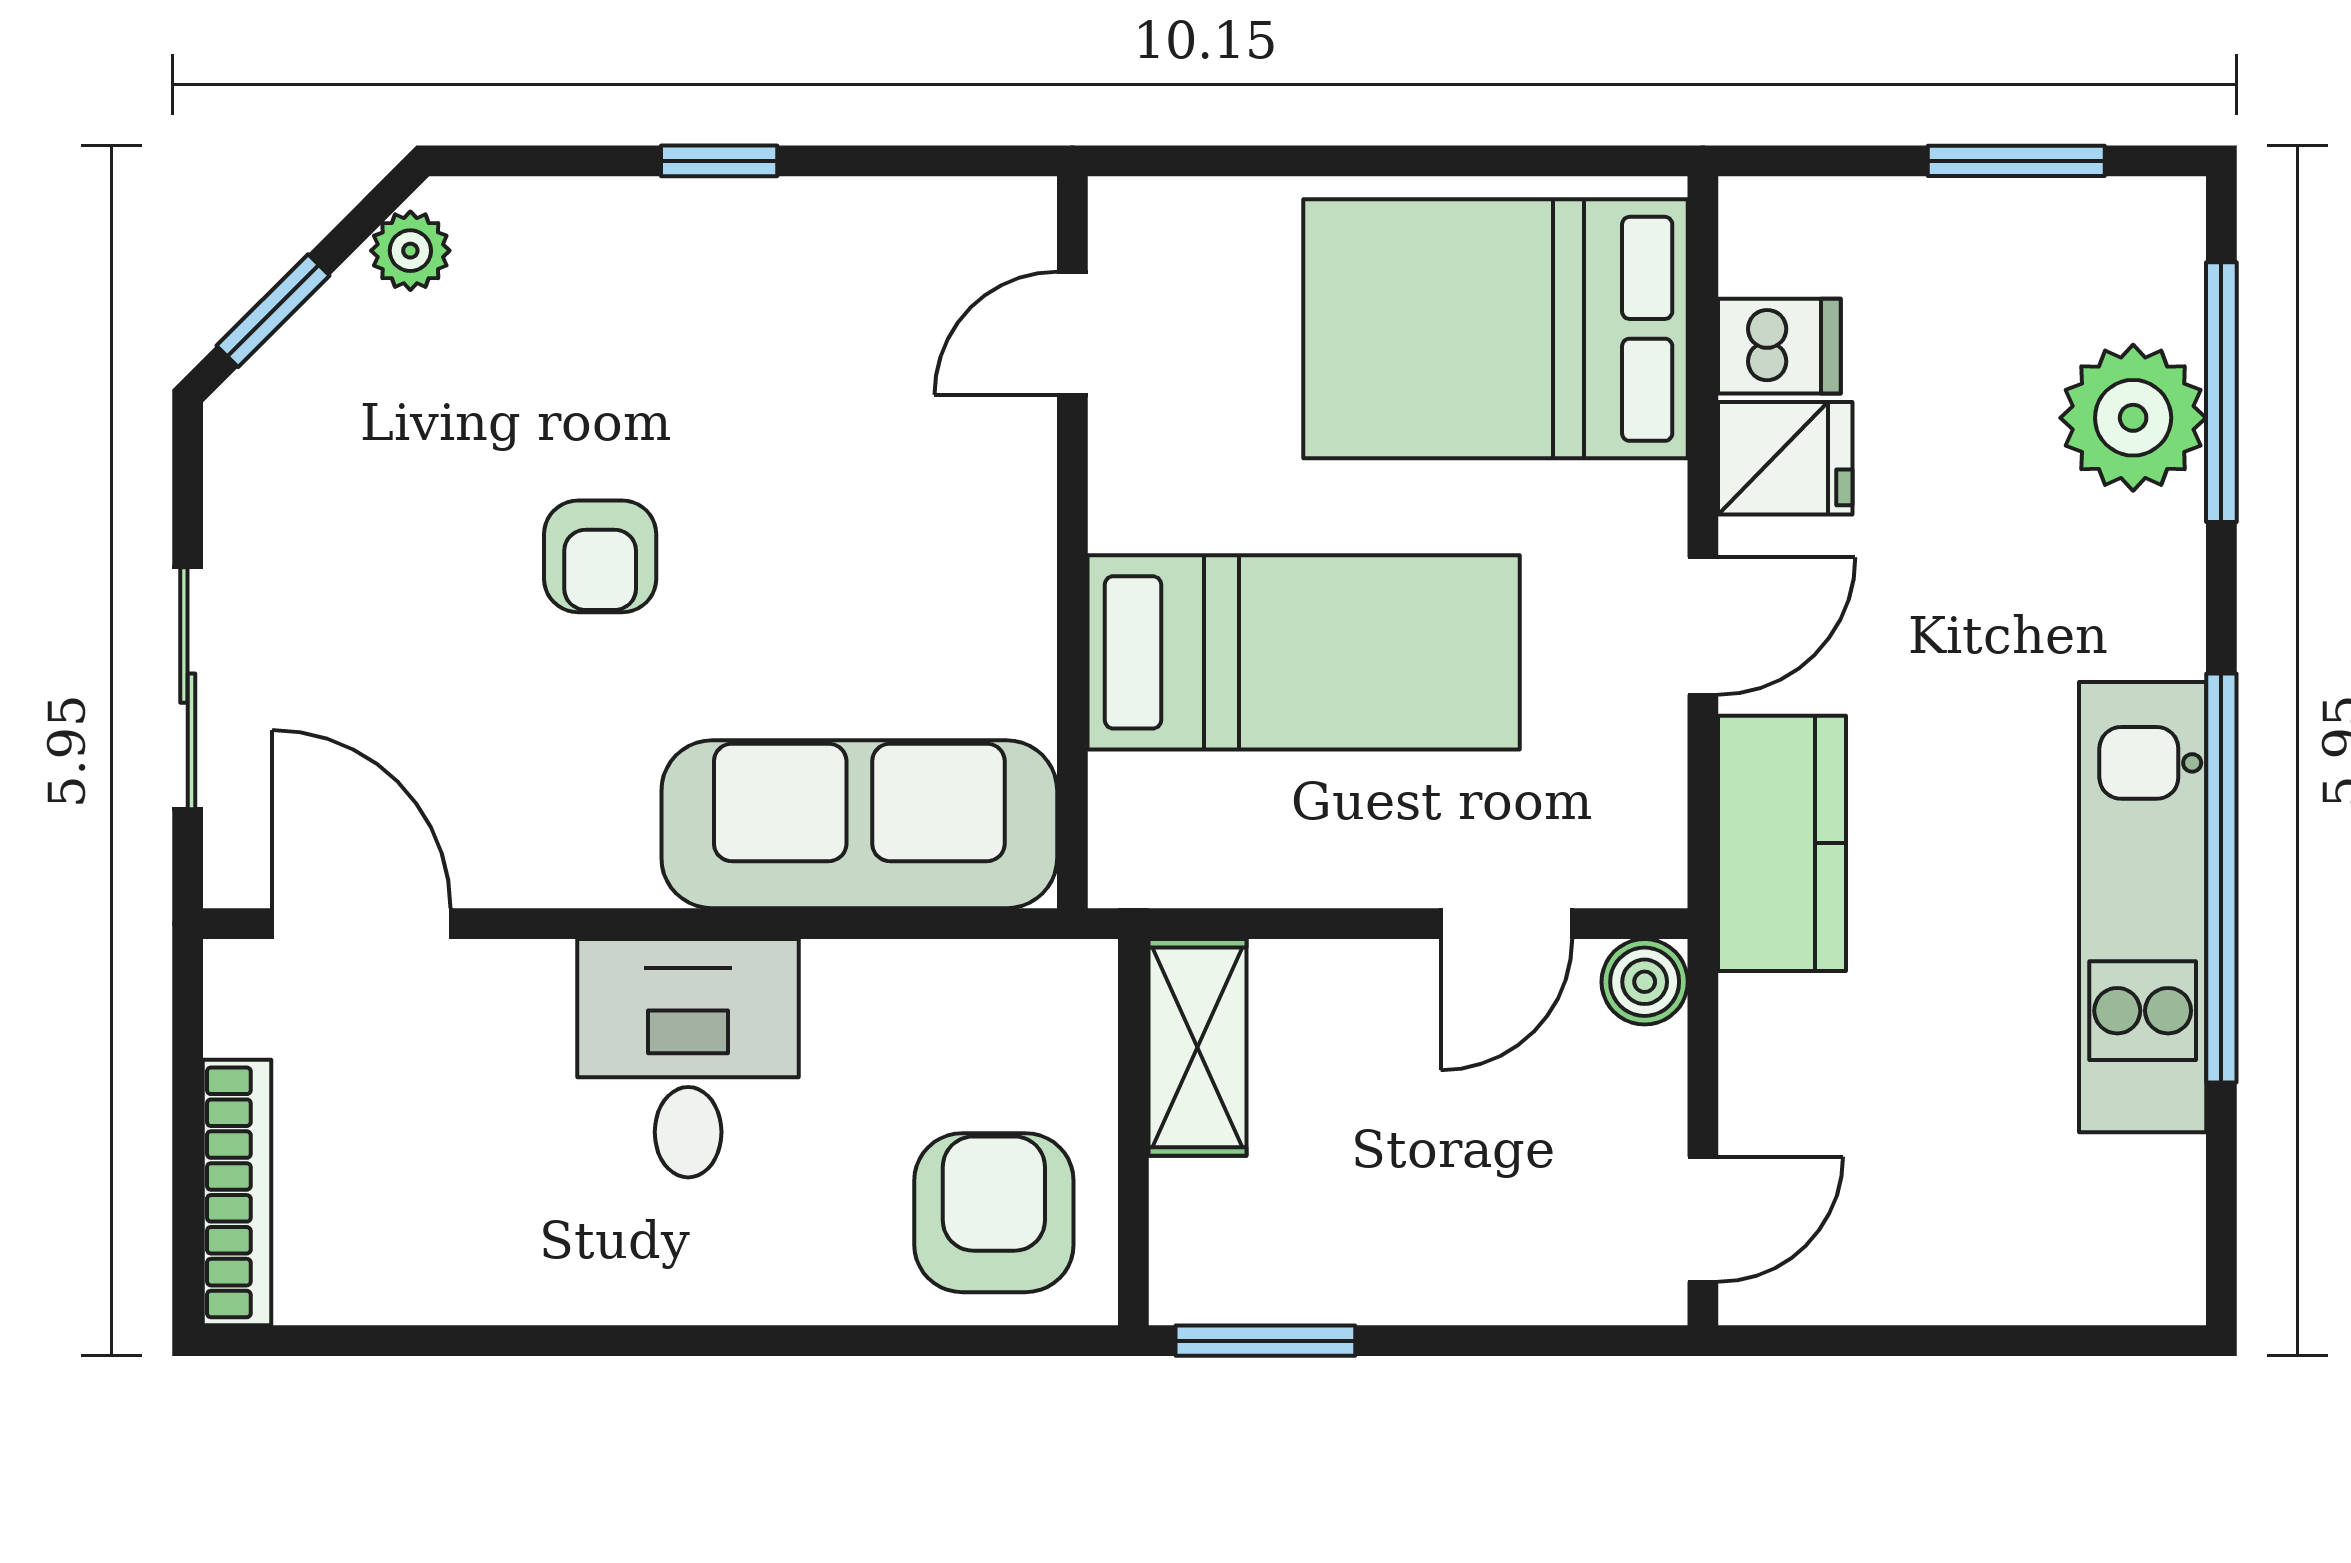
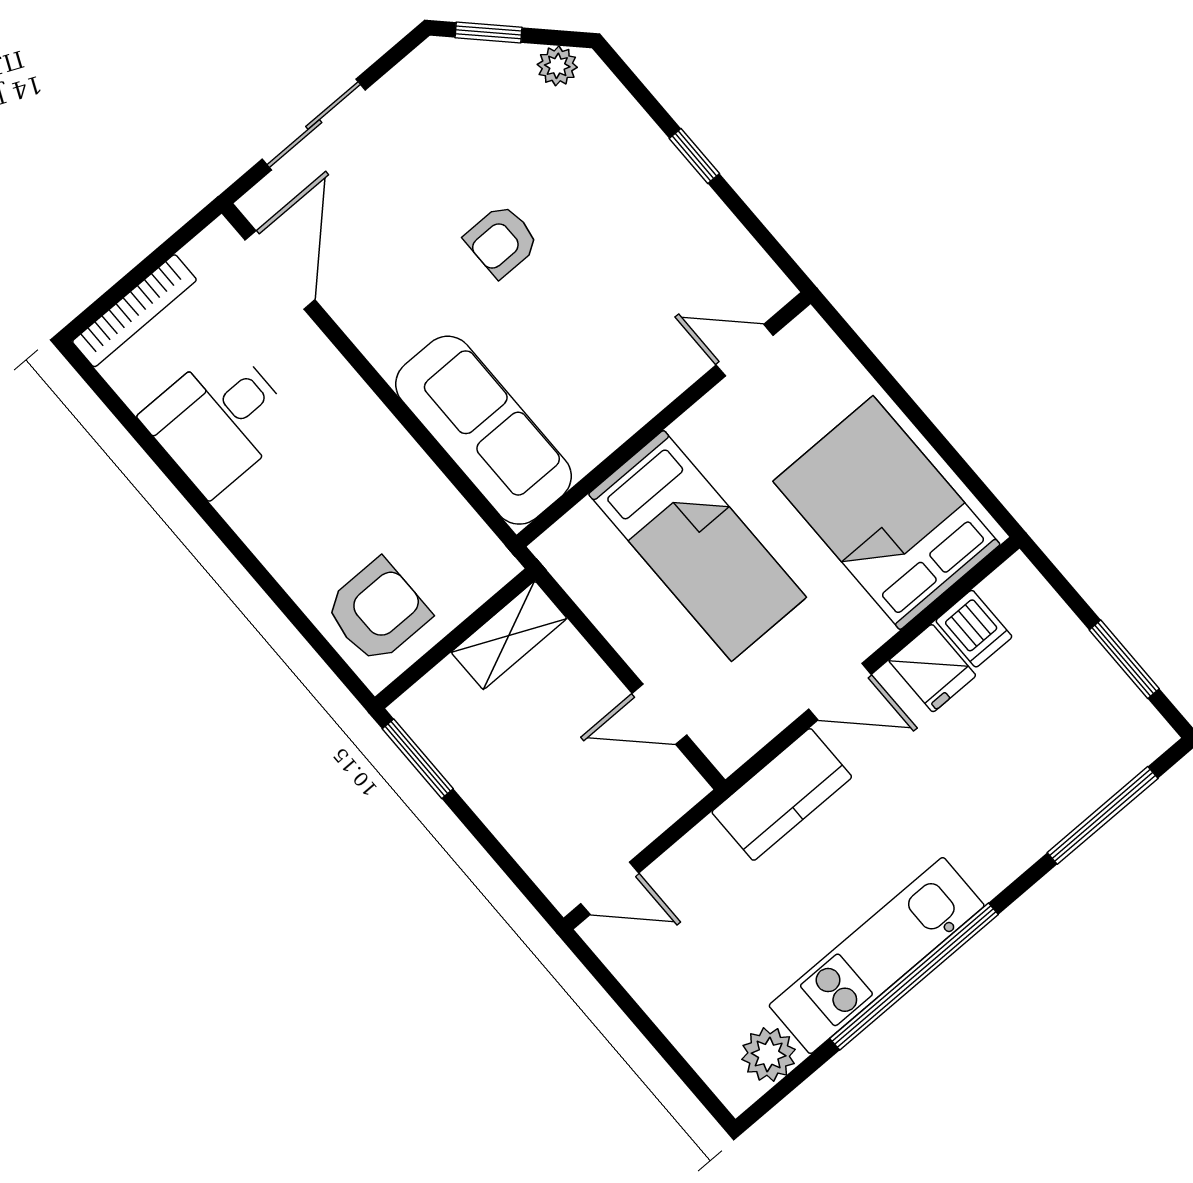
plant: (2133, 418) -> (769, 1054), moved, width x0.73, depth x0.73
boiler: (1645, 982) -> (683, 787), removed
desk: (688, 1058) -> (219, 420), moved, turned 180

